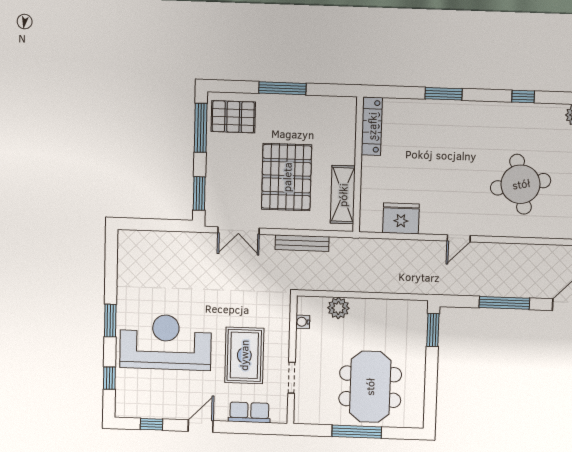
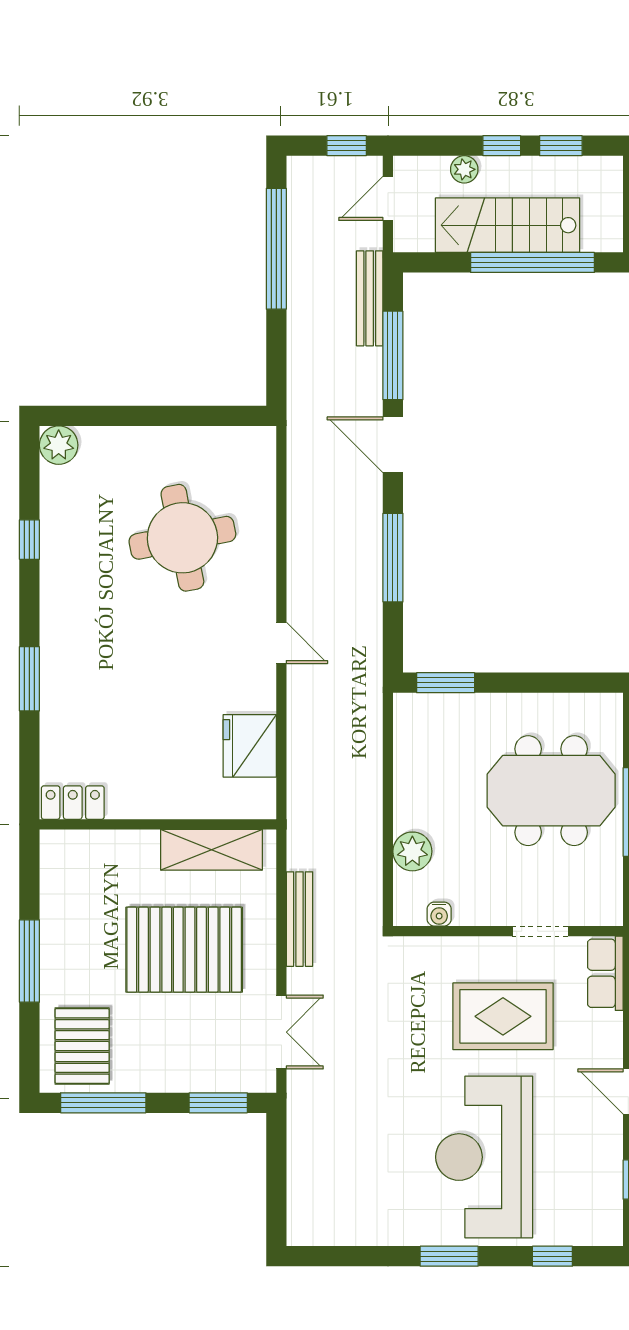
locker: (372, 126) -> (73, 803), width x0.66
row of seats: (249, 412) -> (605, 973), moved

